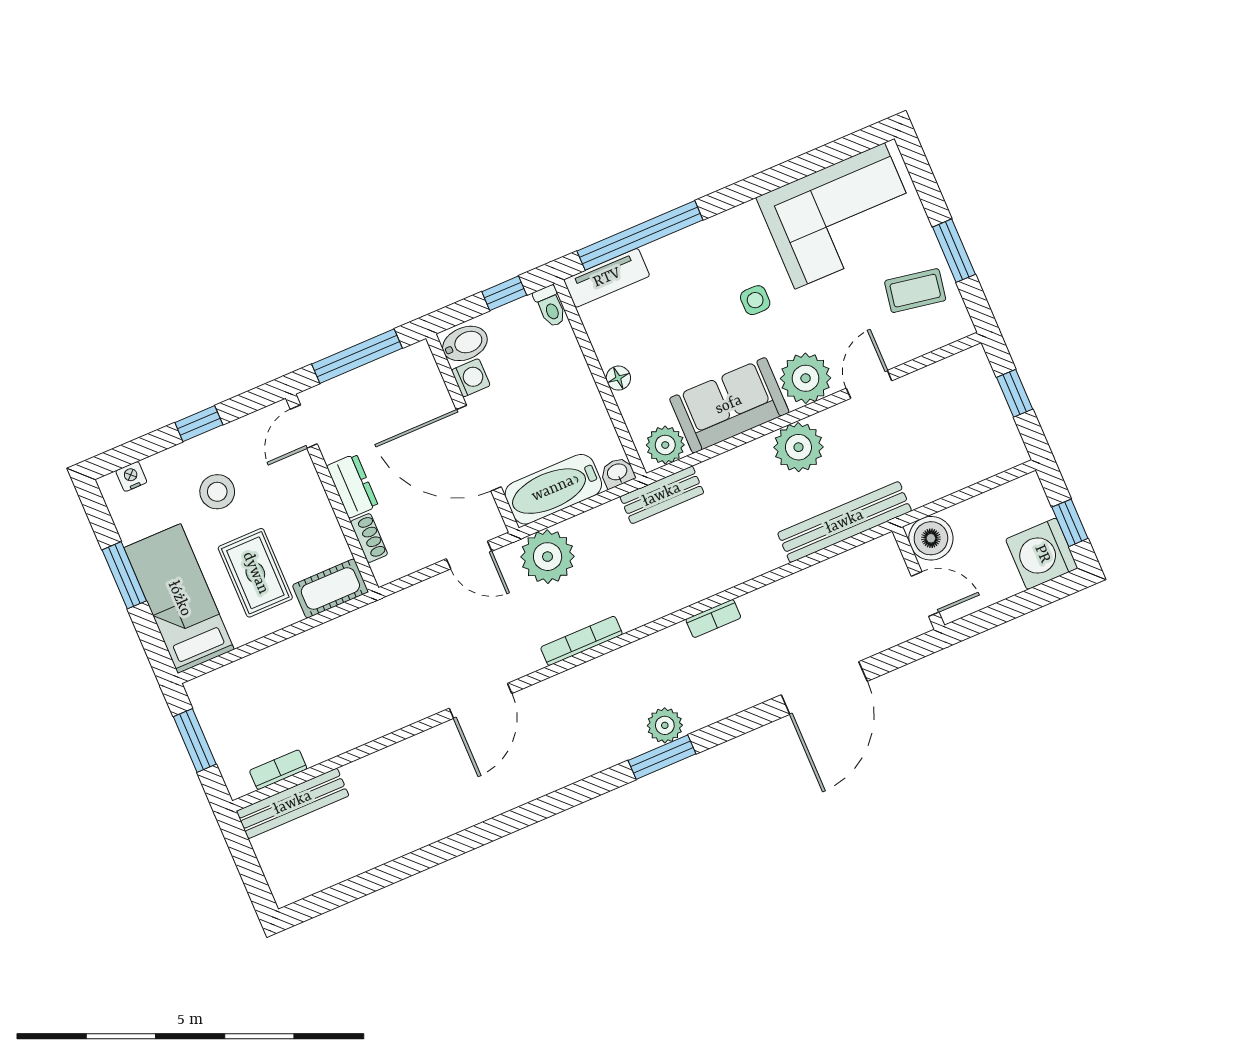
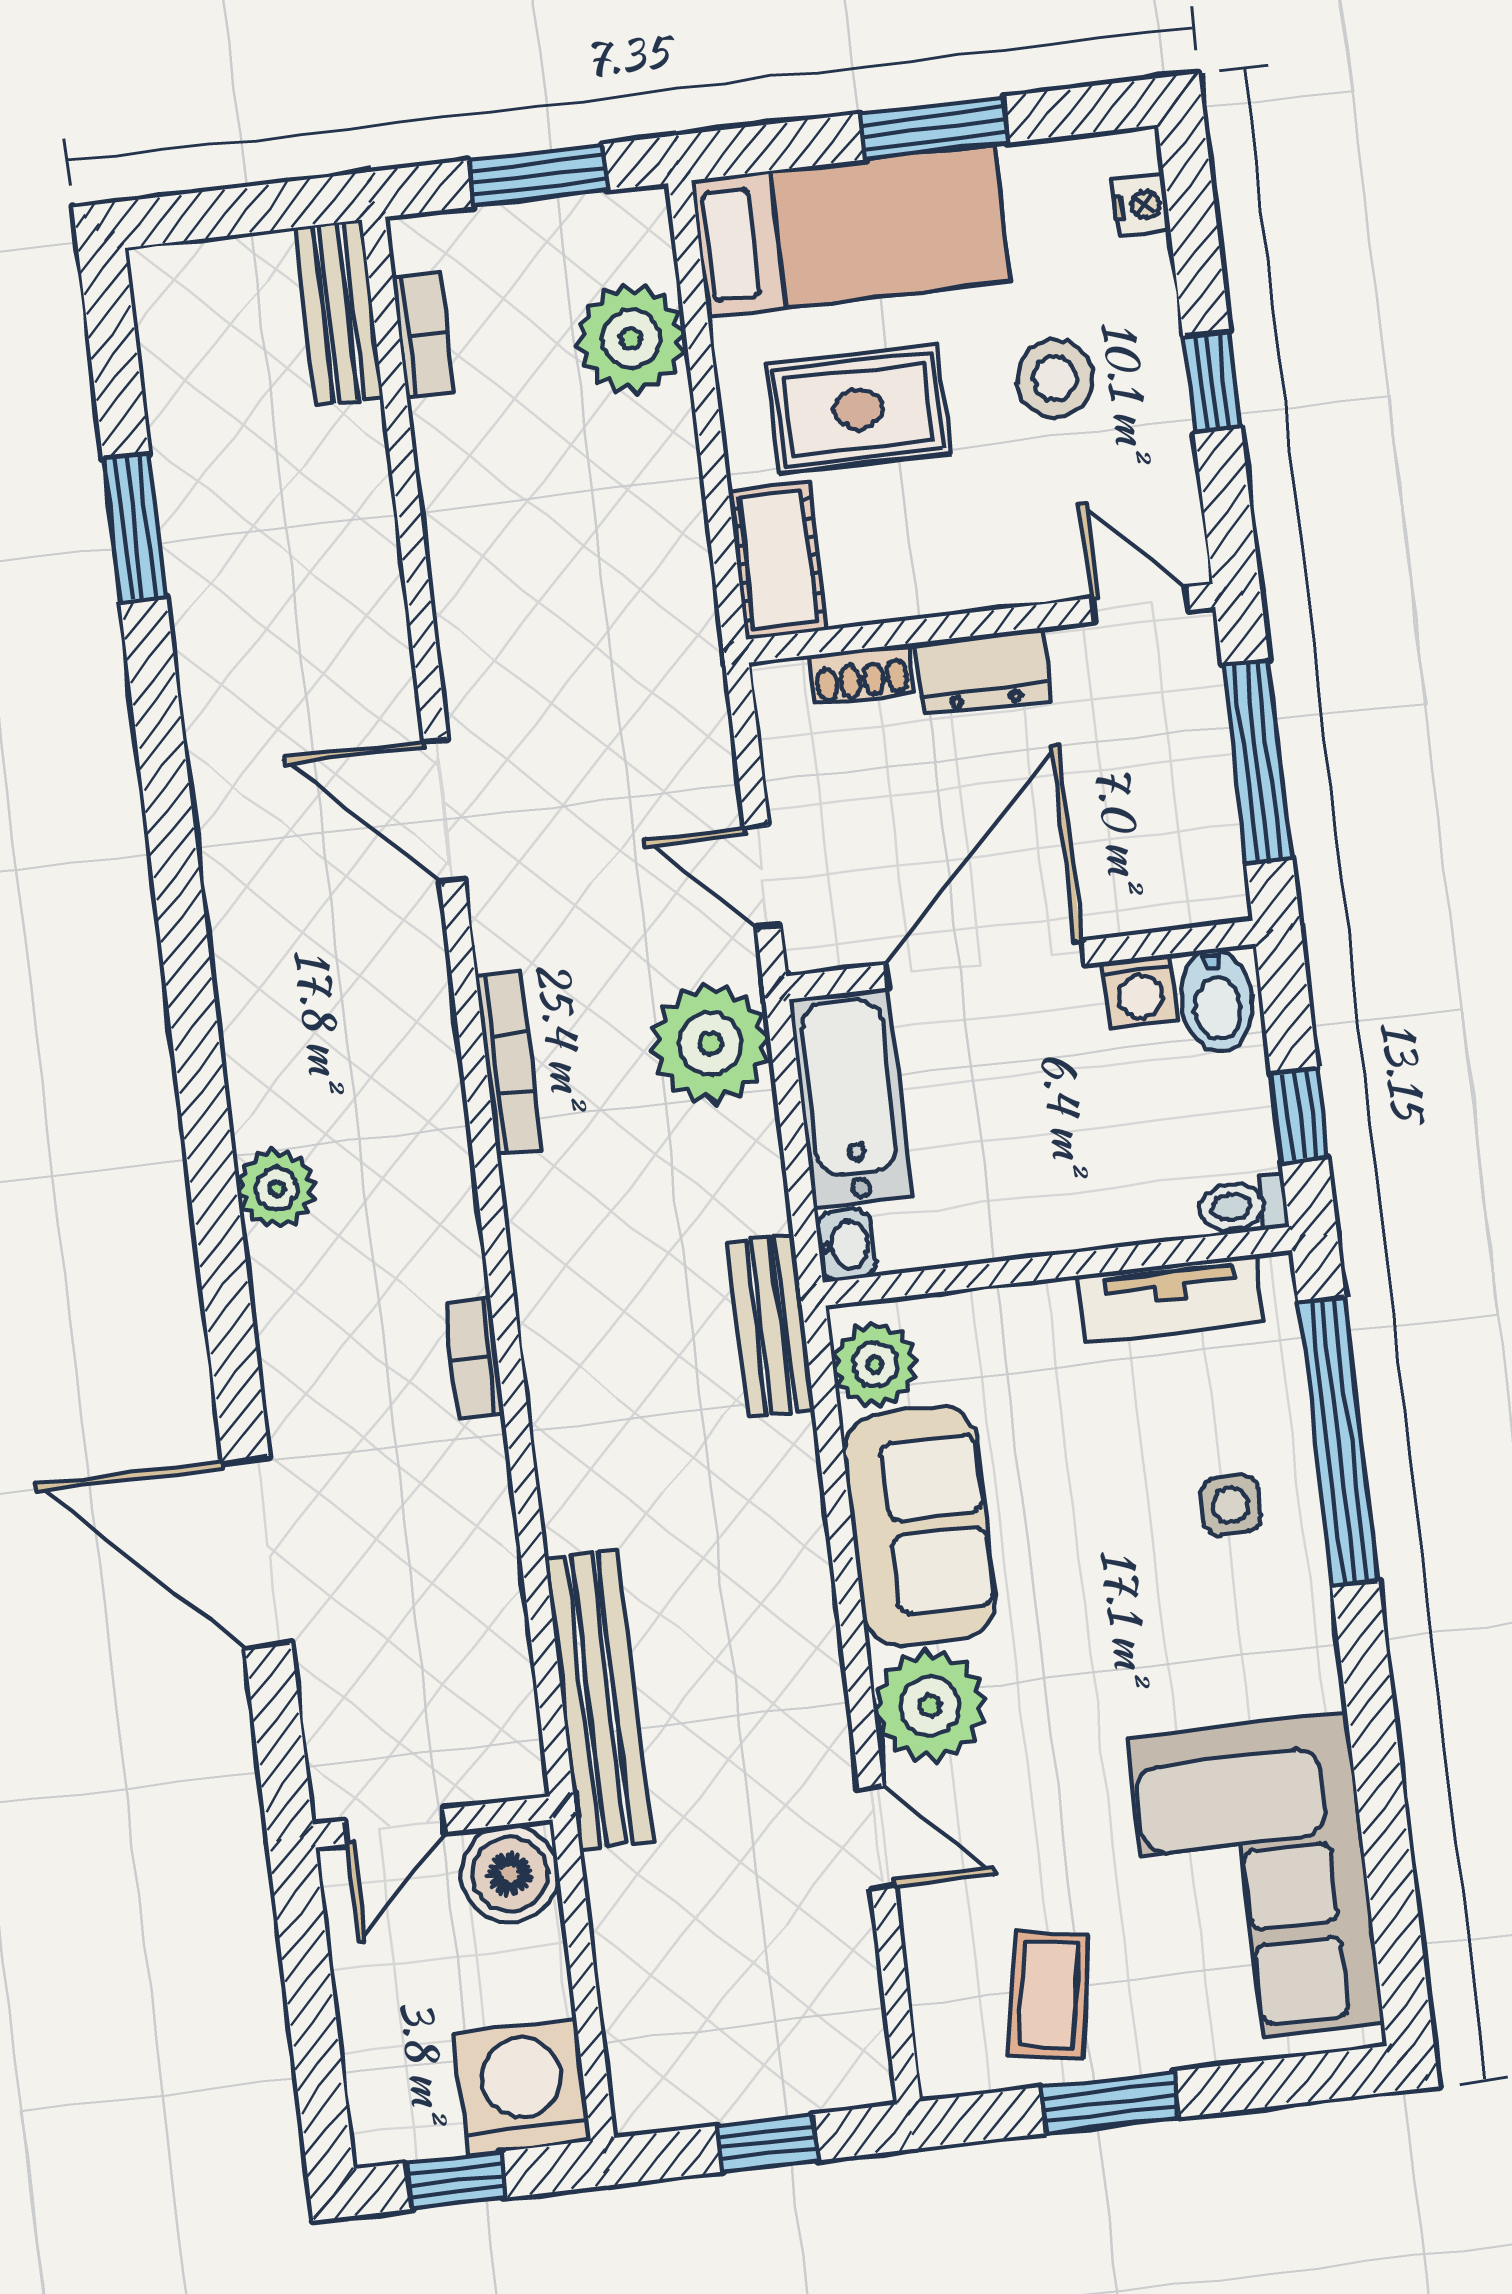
tv unit: (607, 278) -> (1171, 1299), moved, turned -90
side table: (755, 300) -> (1231, 1505), moved
floor lamp: (618, 378) -> (1047, 1306), removed
plant: (798, 447) -> (631, 339), moved
washing machine: (1042, 554) -> (522, 2087), moved
door: (469, 555) -> (763, 877), hinge flipped
window: (662, 757) -> (135, 528), moved
bench: (293, 803) -> (339, 313), width x0.73

